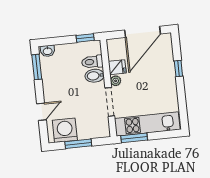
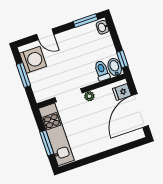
door: (142, 32) -> (140, 111), hinge flipped
fridge: (117, 67) -> (122, 92), moved, turned 90
window: (178, 68) -> (114, 151), removed
bidet: (95, 76) -> (115, 67), moved
window: (134, 138) -> (47, 143), moved

